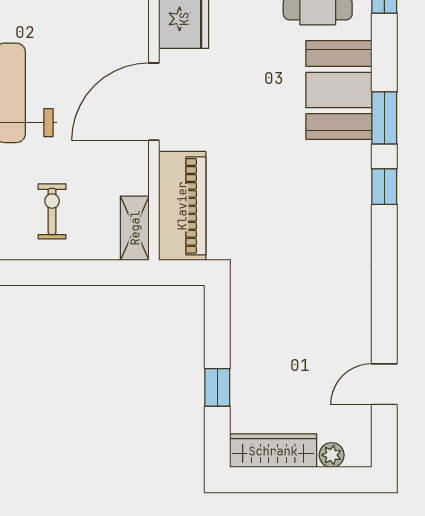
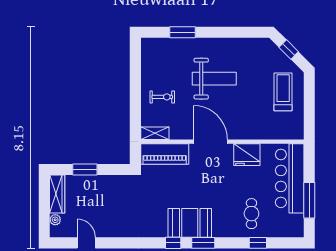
booth: (339, 90) -> (190, 223), moved
window: (217, 387) -> (85, 169), width x1.50

